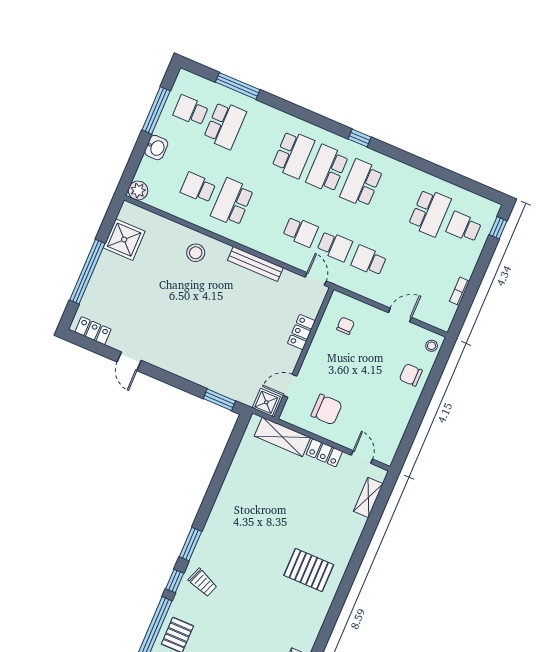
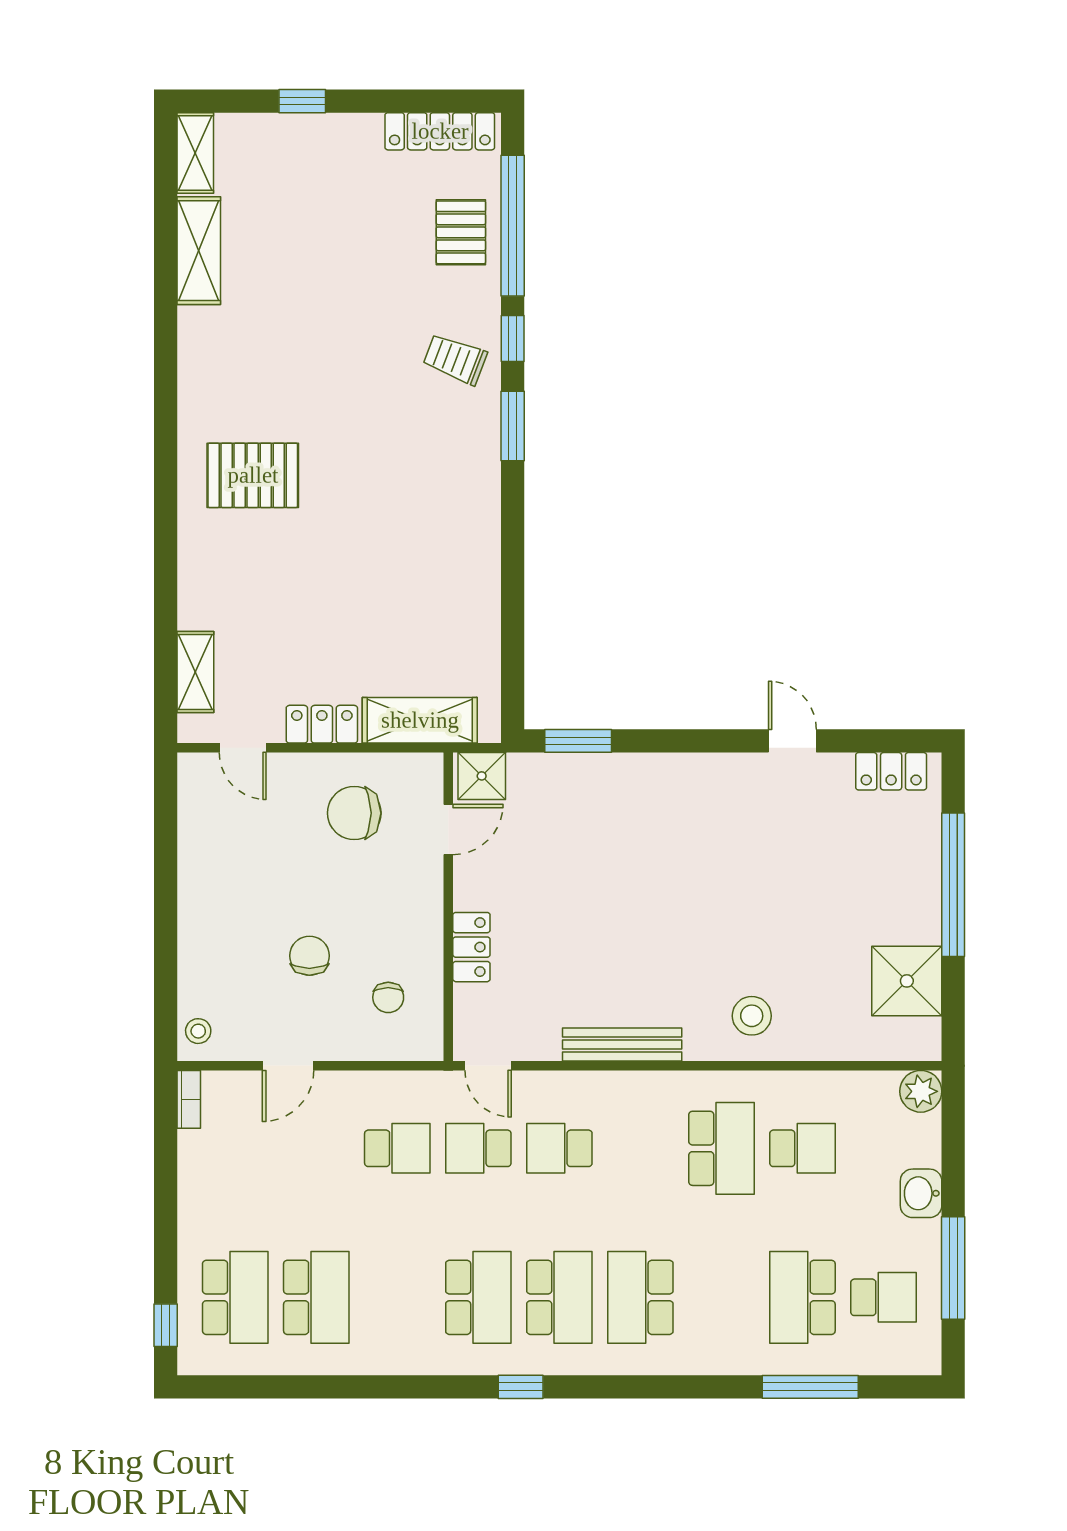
school desk: (430, 212) -> (316, 1297), turned 180
school desk: (464, 227) -> (235, 1297), width x1.85
bookcase: (460, 291) -> (189, 1099), moved
chair: (411, 375) -> (309, 956), moved, turned -90

